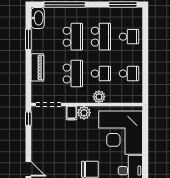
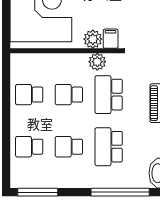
school desk: (101, 37) -> (69, 147), width x0.54
plant: (99, 97) -> (97, 62), moved

